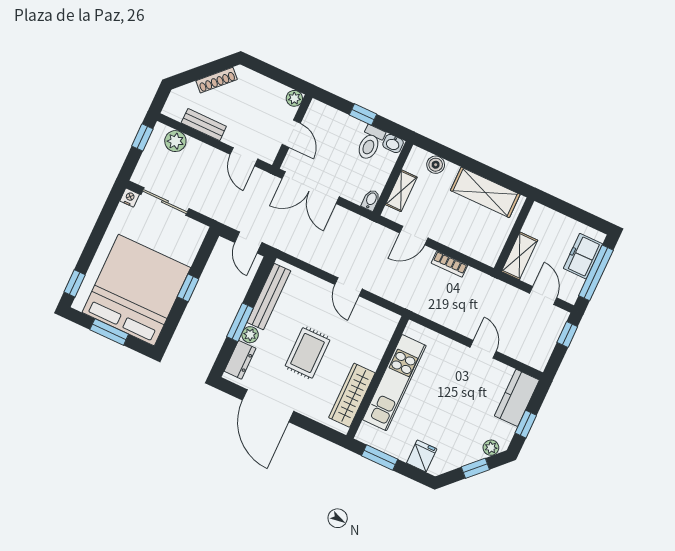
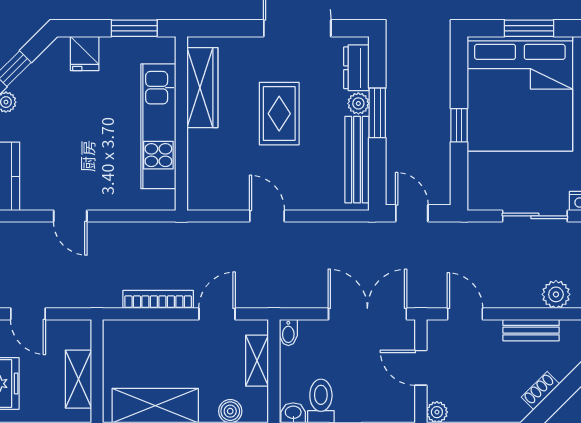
shoe rack: (217, 80) -> (540, 391), width x0.70
shelving: (520, 256) -> (79, 379), moved
bookcase: (449, 264) -> (158, 299), width x1.56

